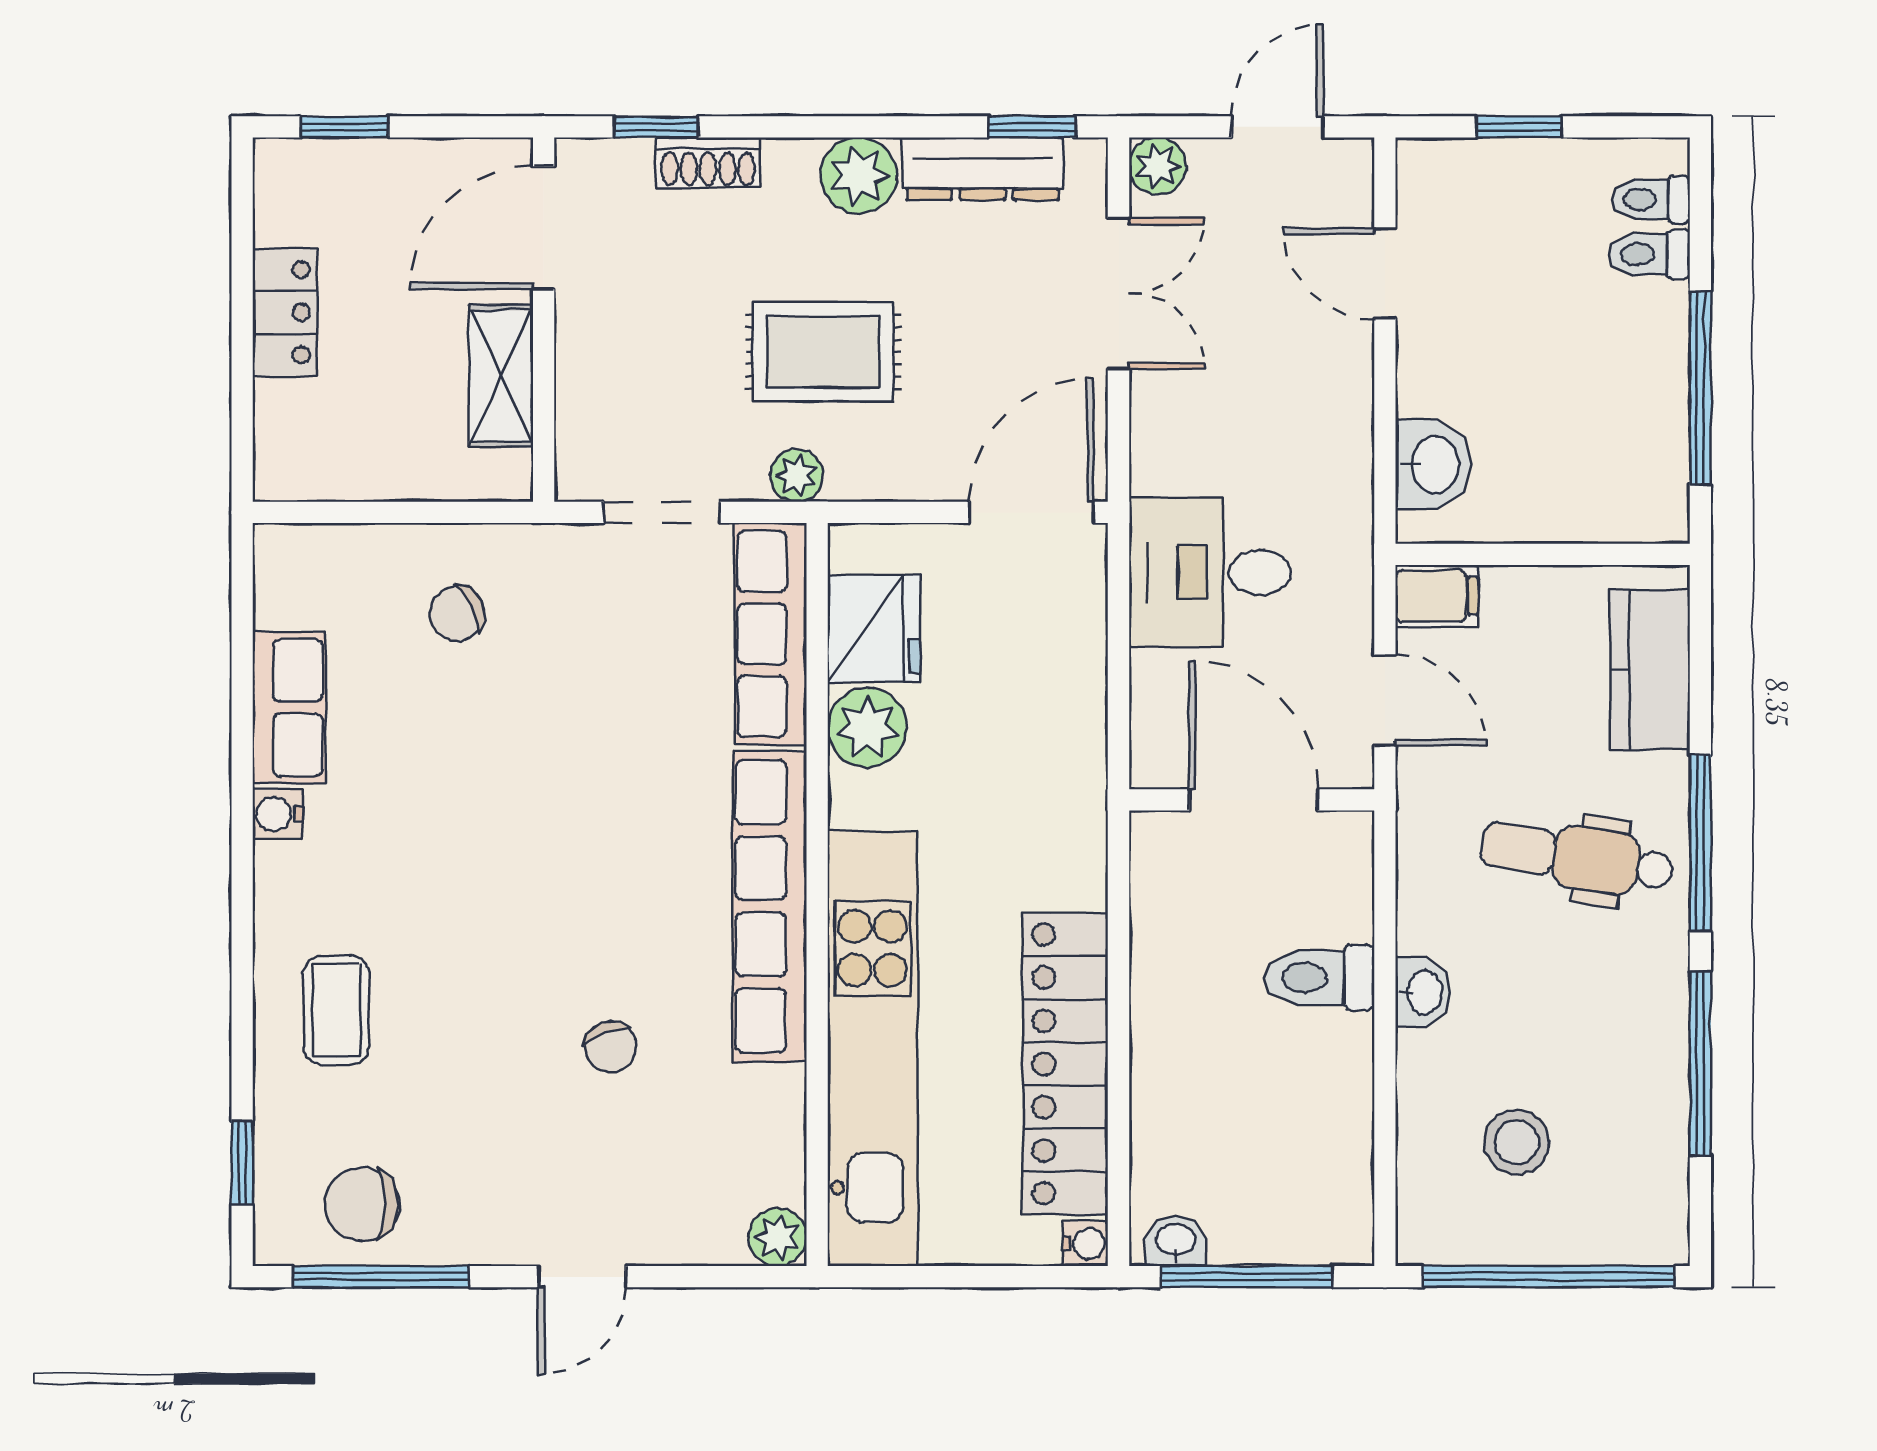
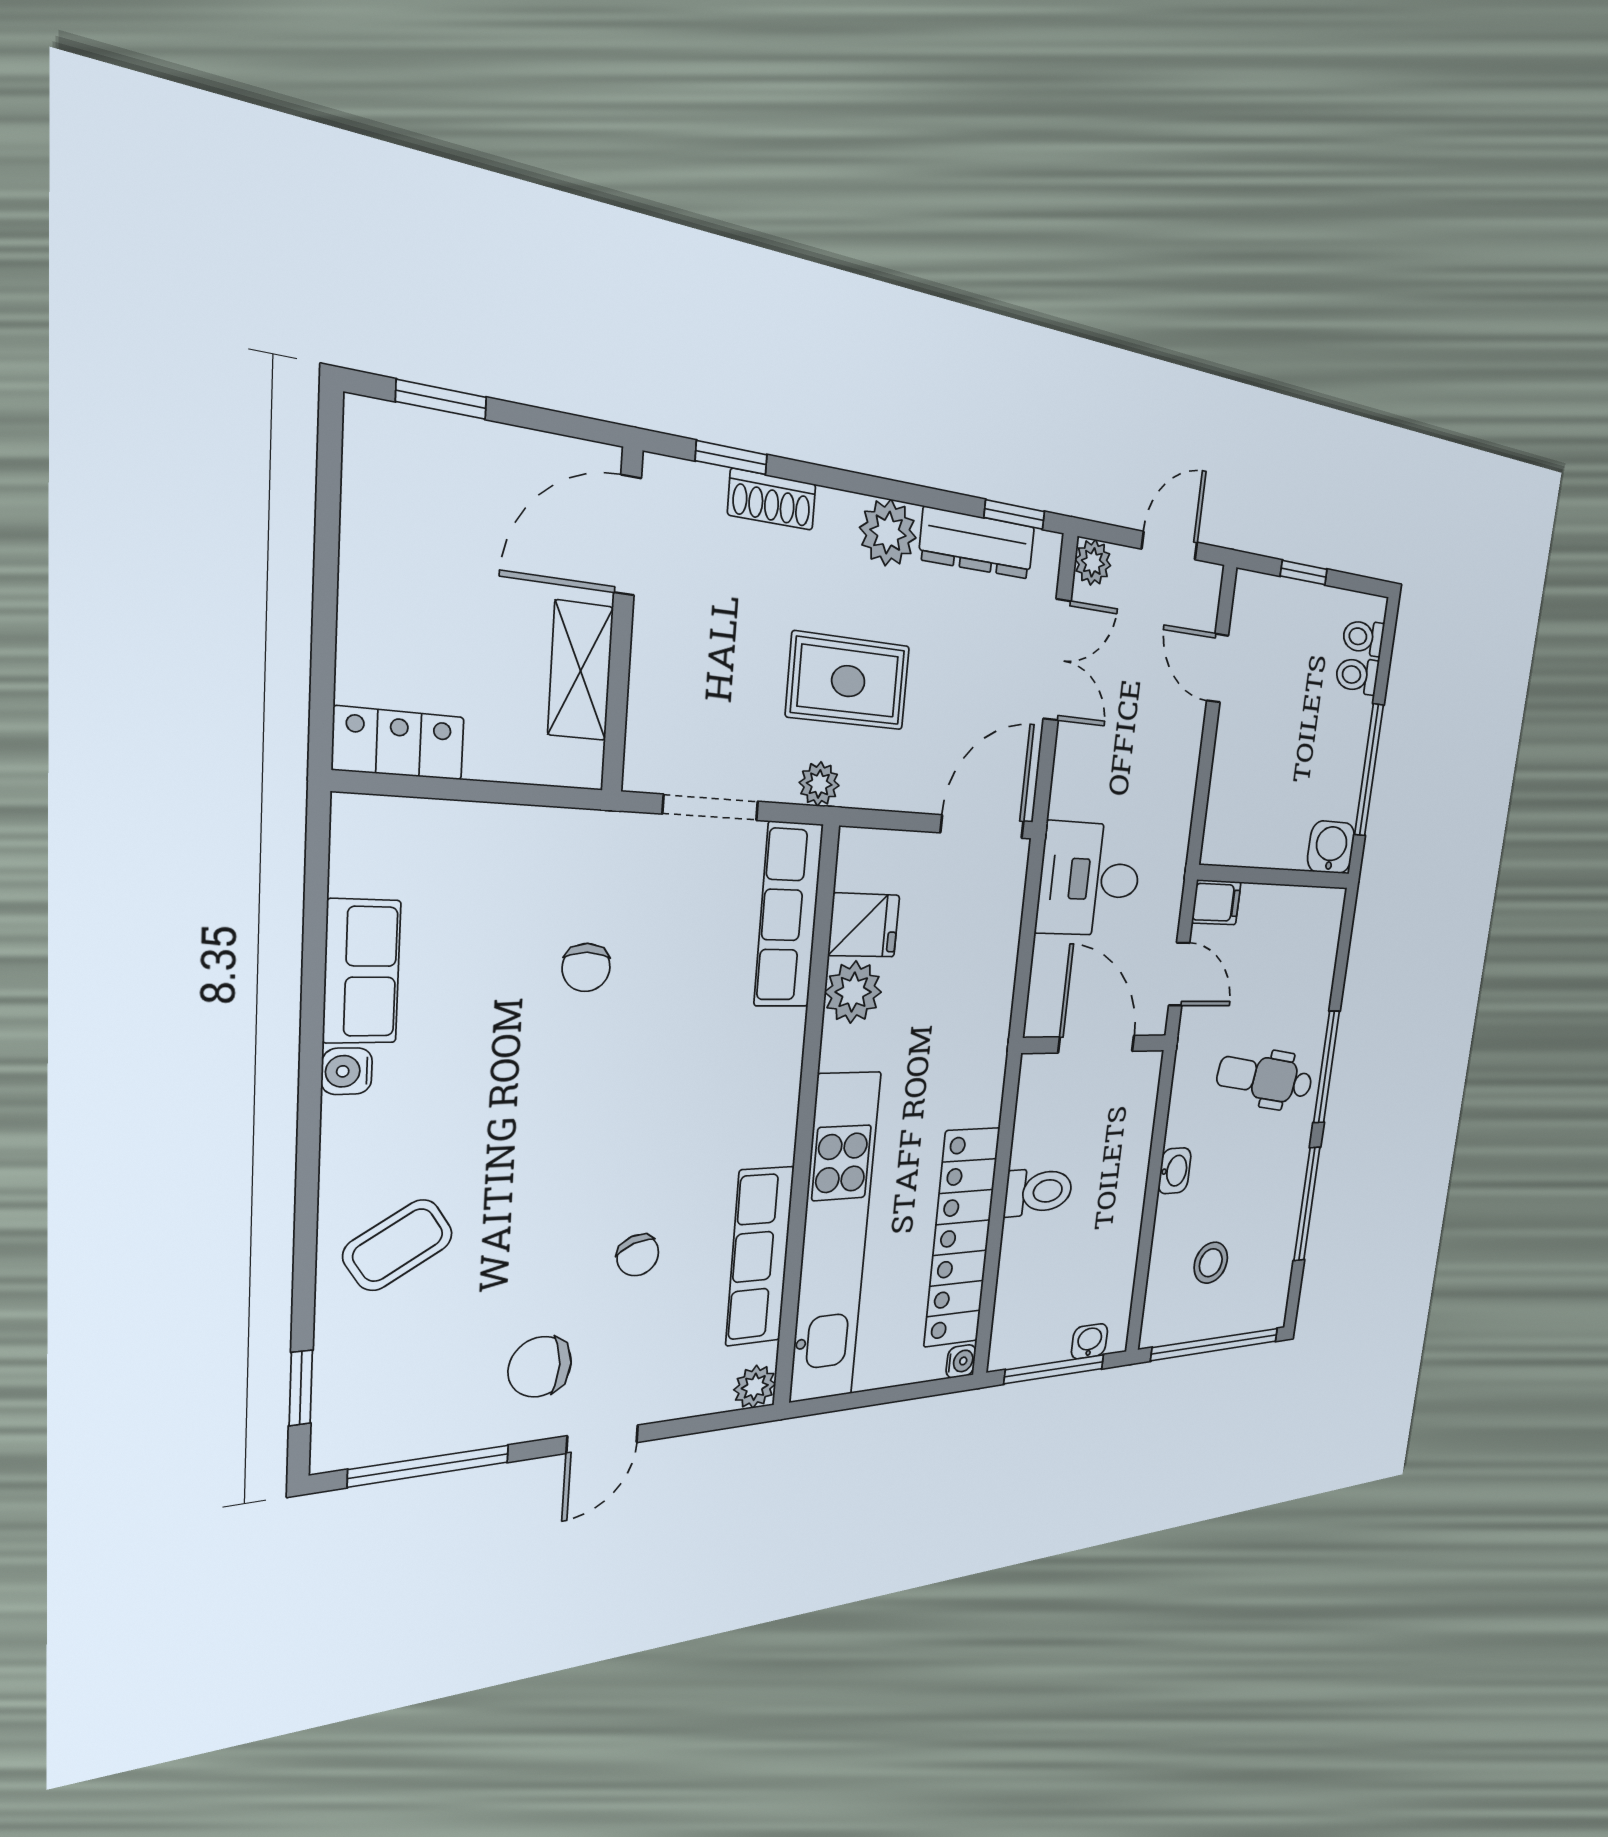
locker: (285, 312) -> (399, 743), moved, turned -90
washbasin: (1433, 465) -> (1331, 847), moved, turned -90
chair: (457, 613) -> (586, 968), moved, turned -64
fridge: (874, 629) -> (864, 925), width x0.72
kitchen counter: (1650, 670) -> (1318, 956), removed
row of seats: (770, 906) -> (760, 1256), moved, width x0.73
toilet: (1320, 978) -> (1039, 1192), moved, turned 180
coffee table: (336, 1010) -> (398, 1245), turned 58
chair: (362, 1204) -> (540, 1367), moved
washbasin: (1176, 1241) -> (1090, 1341), moved

